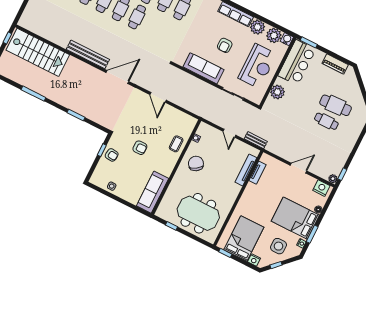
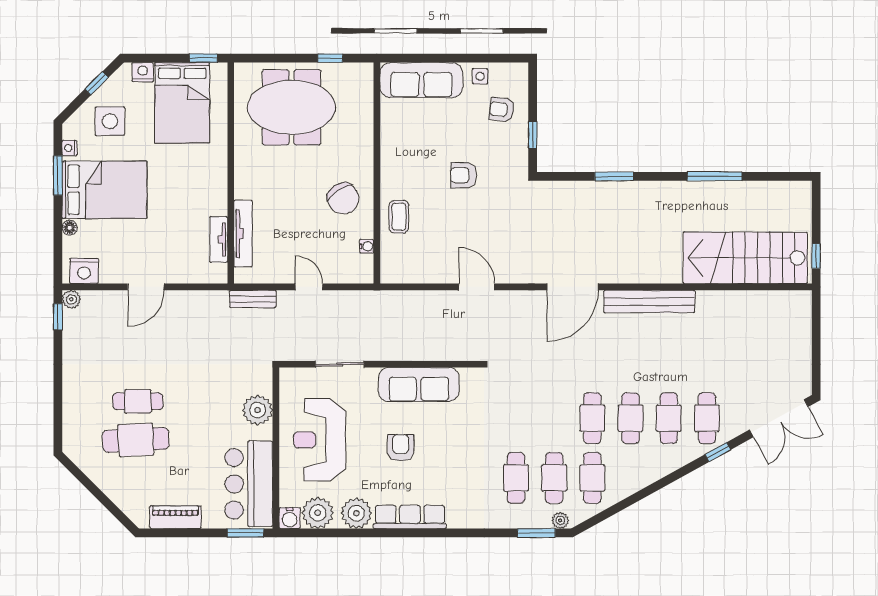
armchair: (112, 155) -> (502, 110), moved
sofa: (153, 192) -> (421, 80), moved, turned 90

